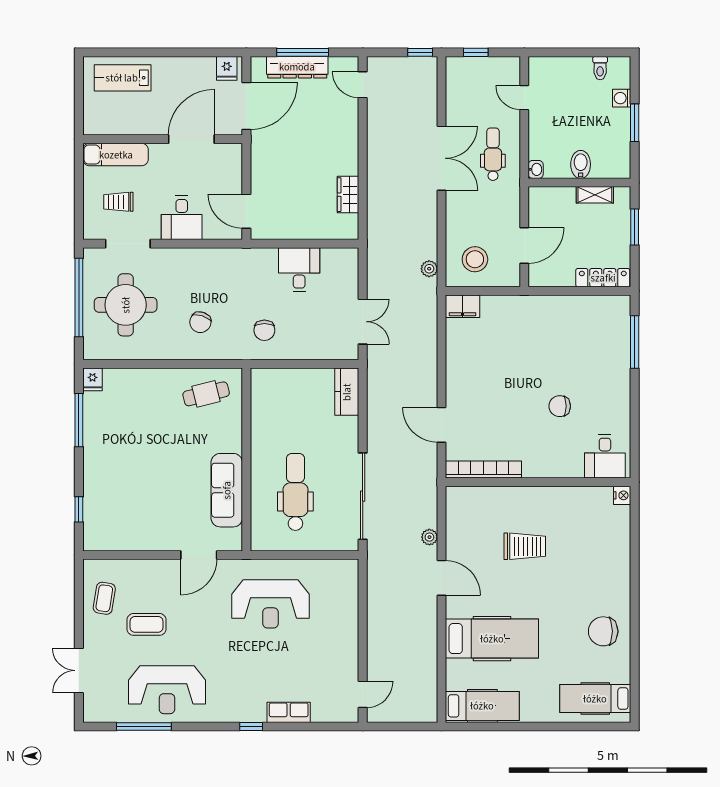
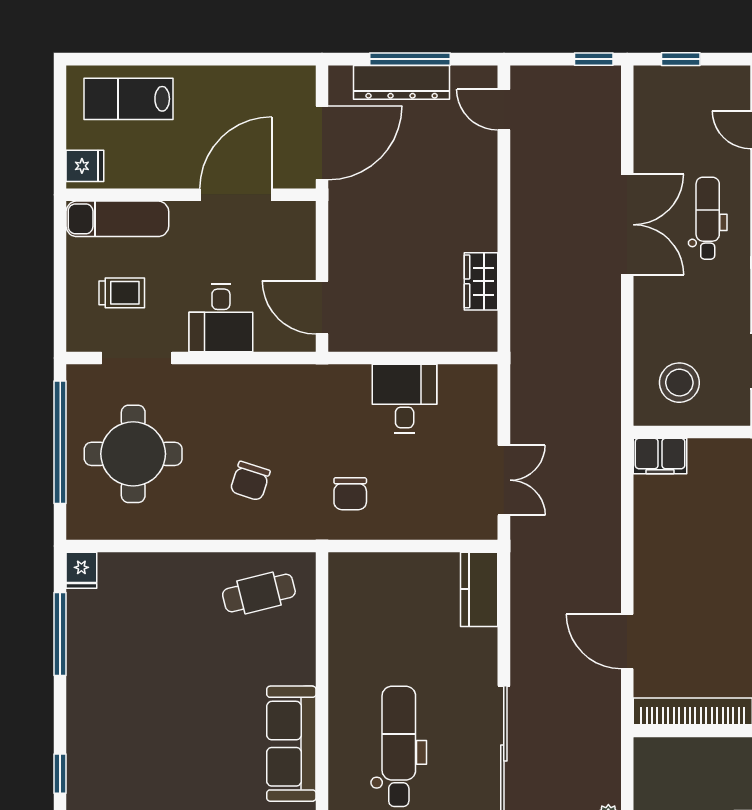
fridge: (227, 68) -> (85, 166), moved, turned -90
trolley: (118, 202) -> (122, 293), turned 180
plant: (429, 269) -> (608, 397), removed

